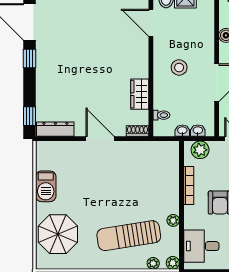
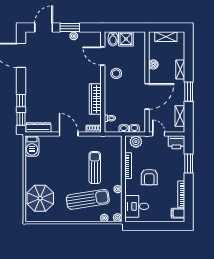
window: (29, 59) -> (21, 101), moved
stool: (179, 68) -> (116, 73), moved
wardrobe: (140, 94) -> (95, 99), width x1.50
barbecue: (46, 186) -> (32, 146), moved
sun lounger: (139, 189) -> (95, 168), added
sun lounger: (129, 236) -> (88, 199), turned 180

